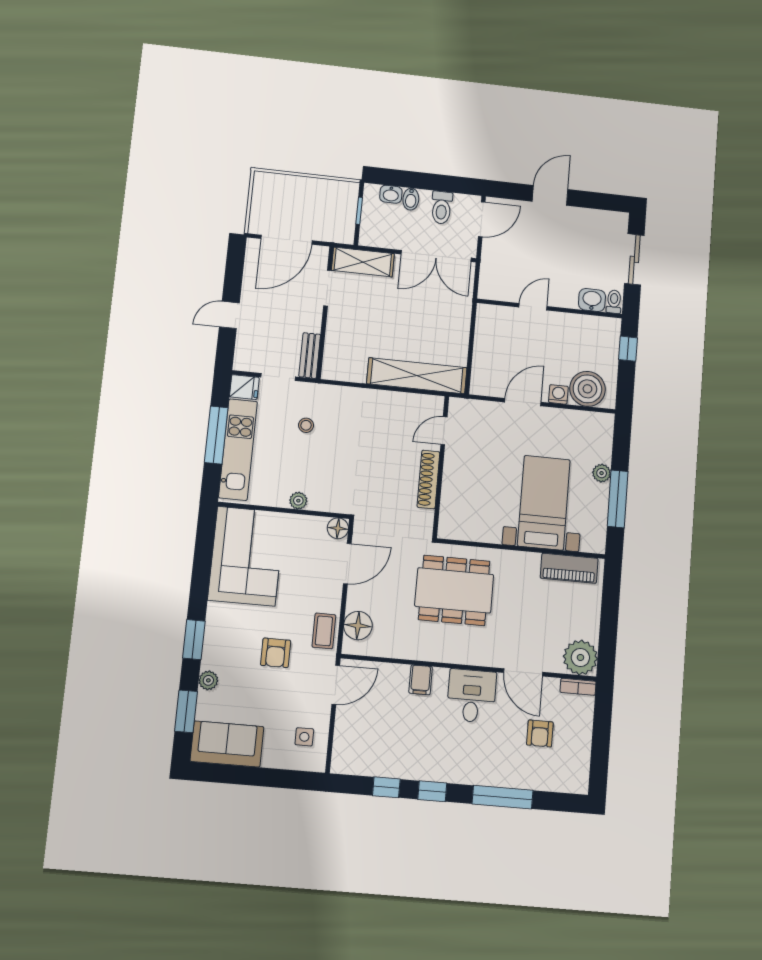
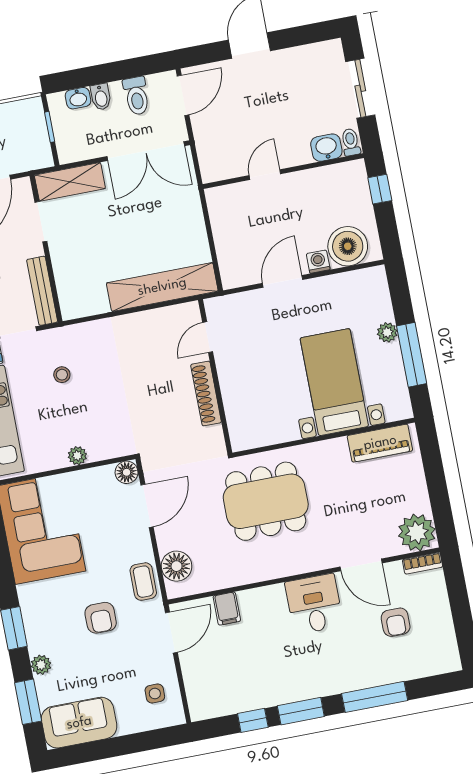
bench: (310, 356) -> (42, 291), width x1.36
filing cabinet: (421, 680) -> (227, 609), moved
window: (432, 791) -> (301, 711), width x1.50

